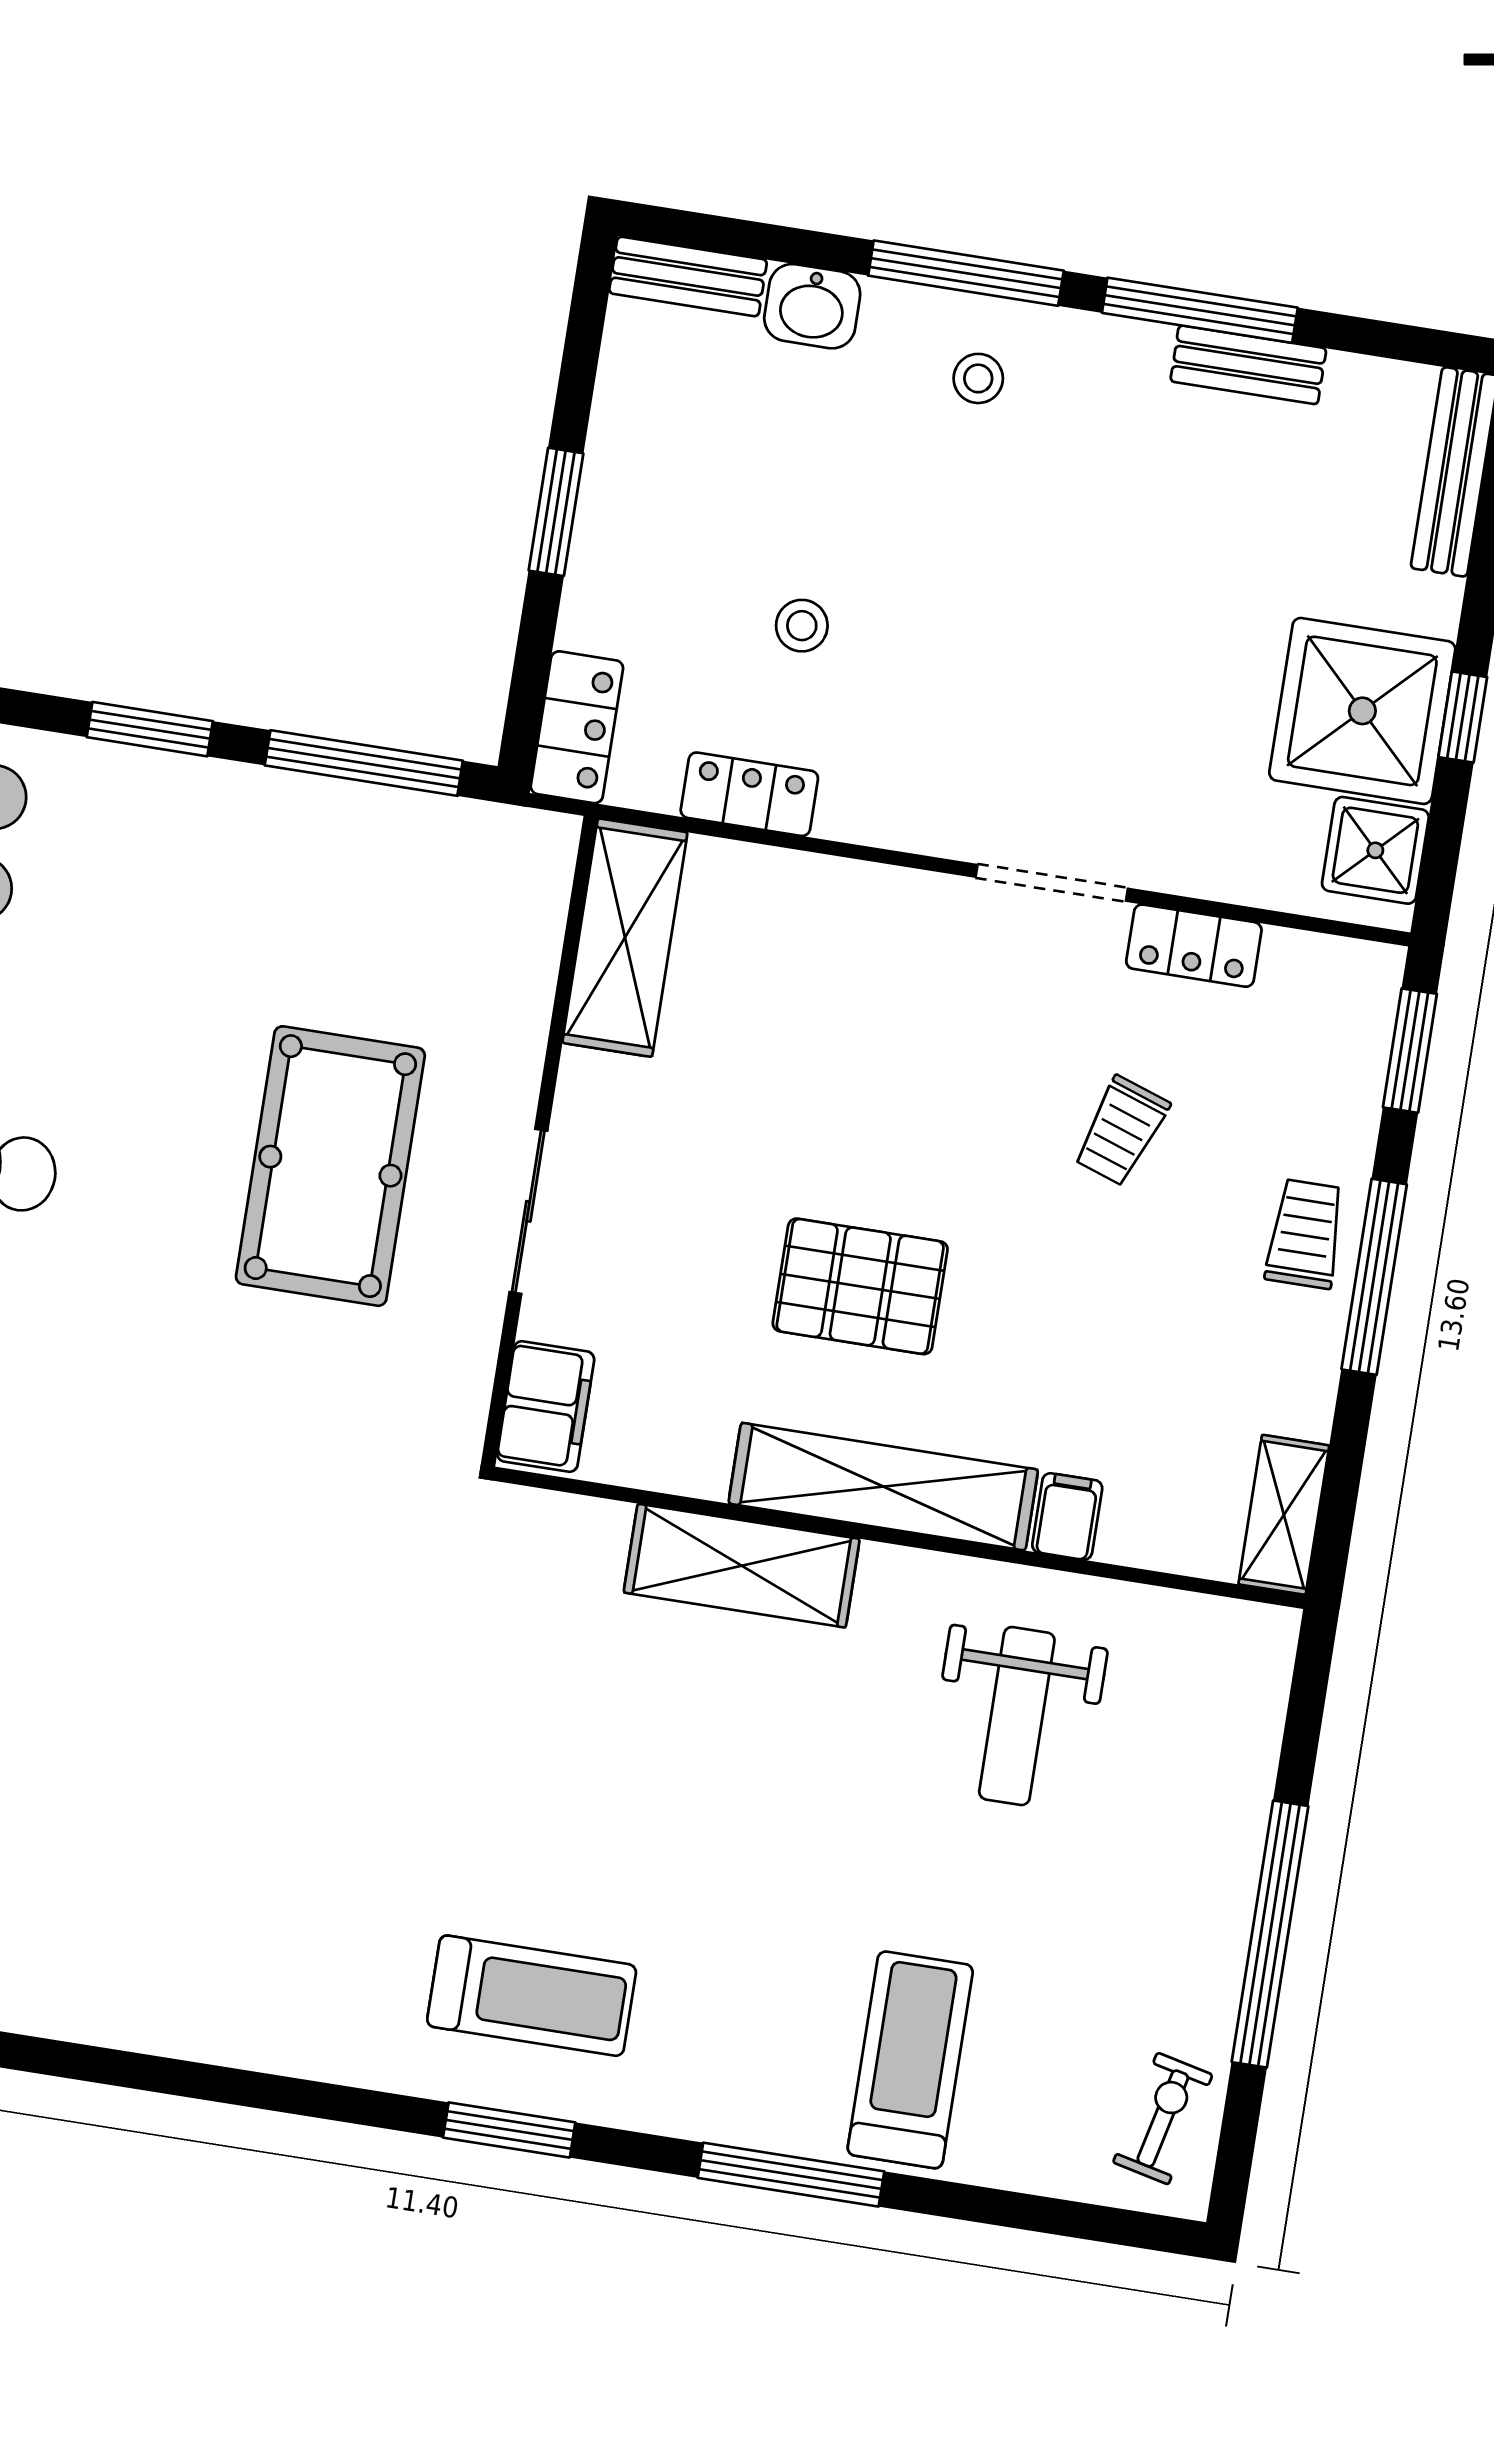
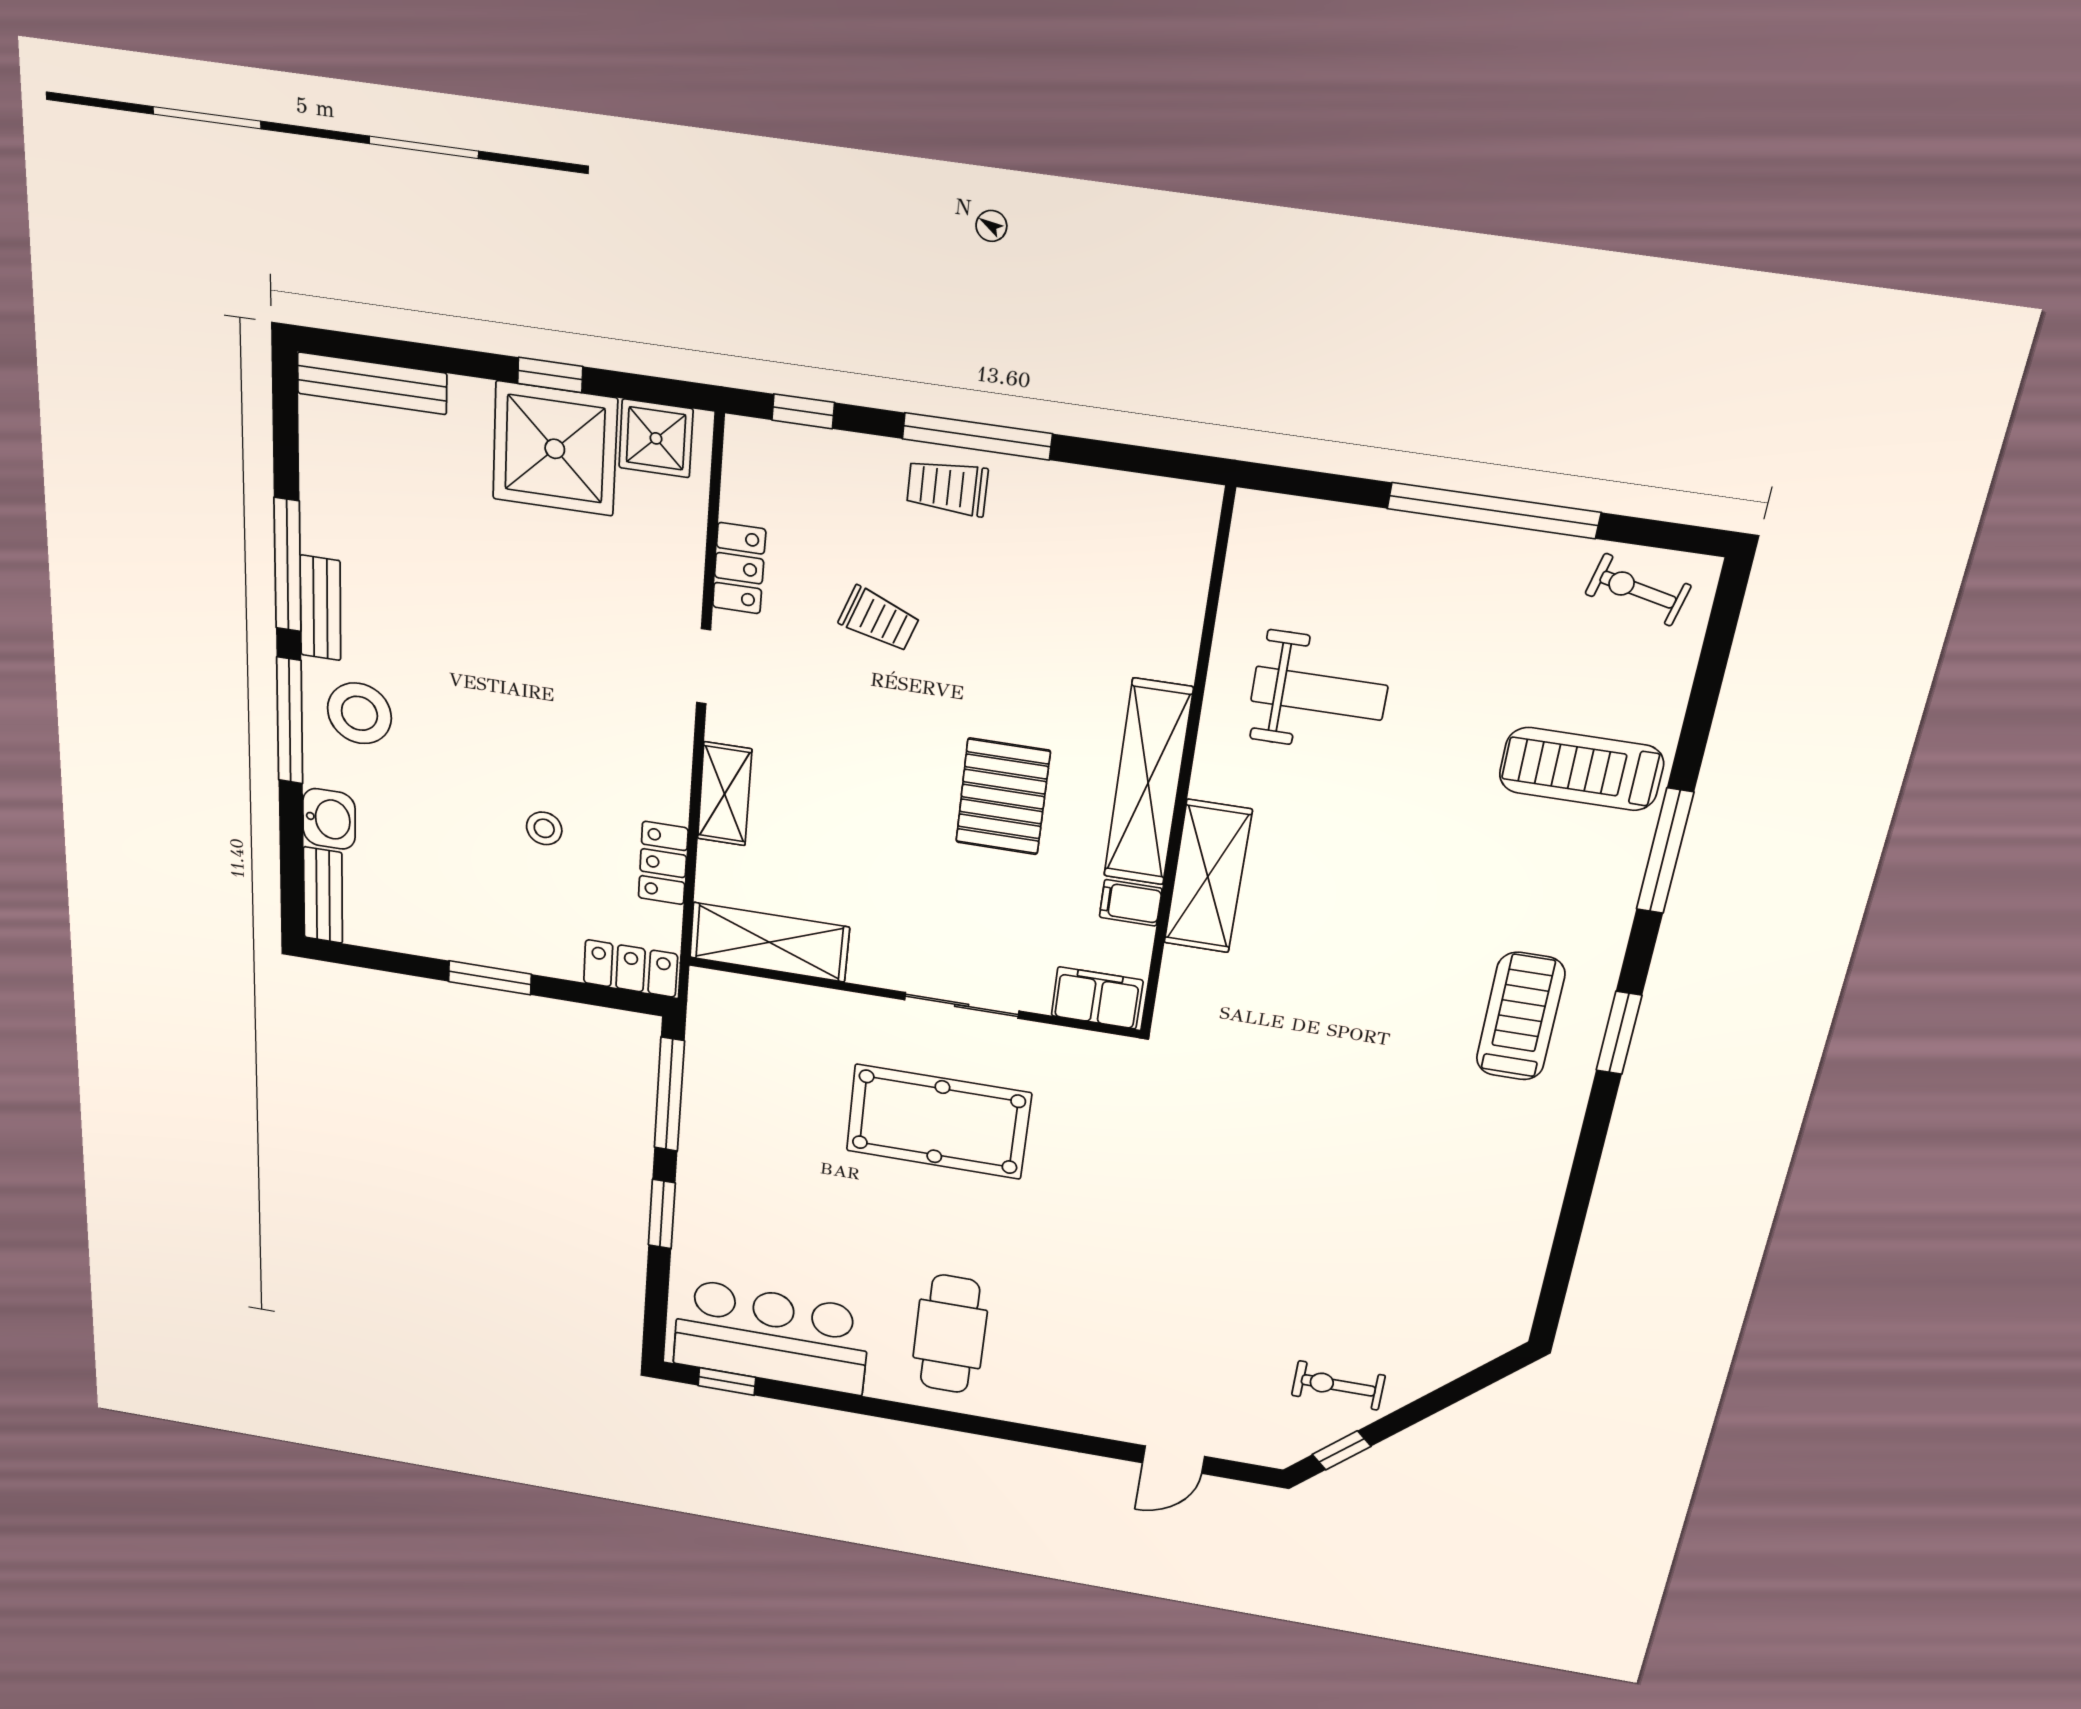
bench: (1248, 365) -> (320, 608), moved
stool: (978, 378) -> (359, 713), width x1.89, depth x1.89
doorway: (1052, 883) -> (704, 666), width x0.73
window: (1410, 1051) -> (803, 411), width x0.67
shelving: (1284, 1515) -> (725, 794), moved, turned 90
filing cabinet: (1067, 1516) -> (1131, 903), moved

